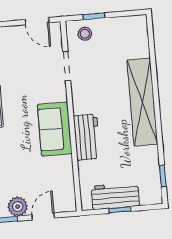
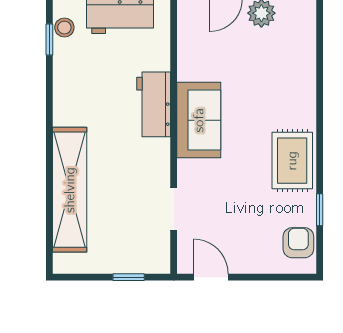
stool: (85, 34) -> (64, 28), moved
shelving: (142, 102) -> (70, 190), moved

